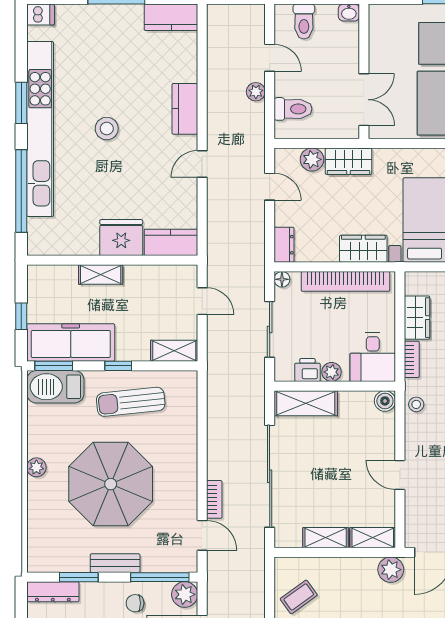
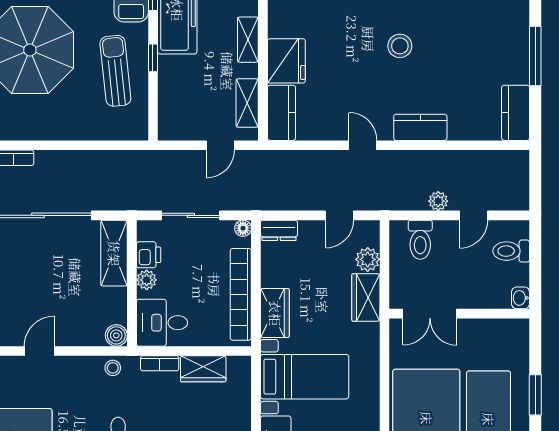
shelving: (174, 351) -> (247, 103), moved

